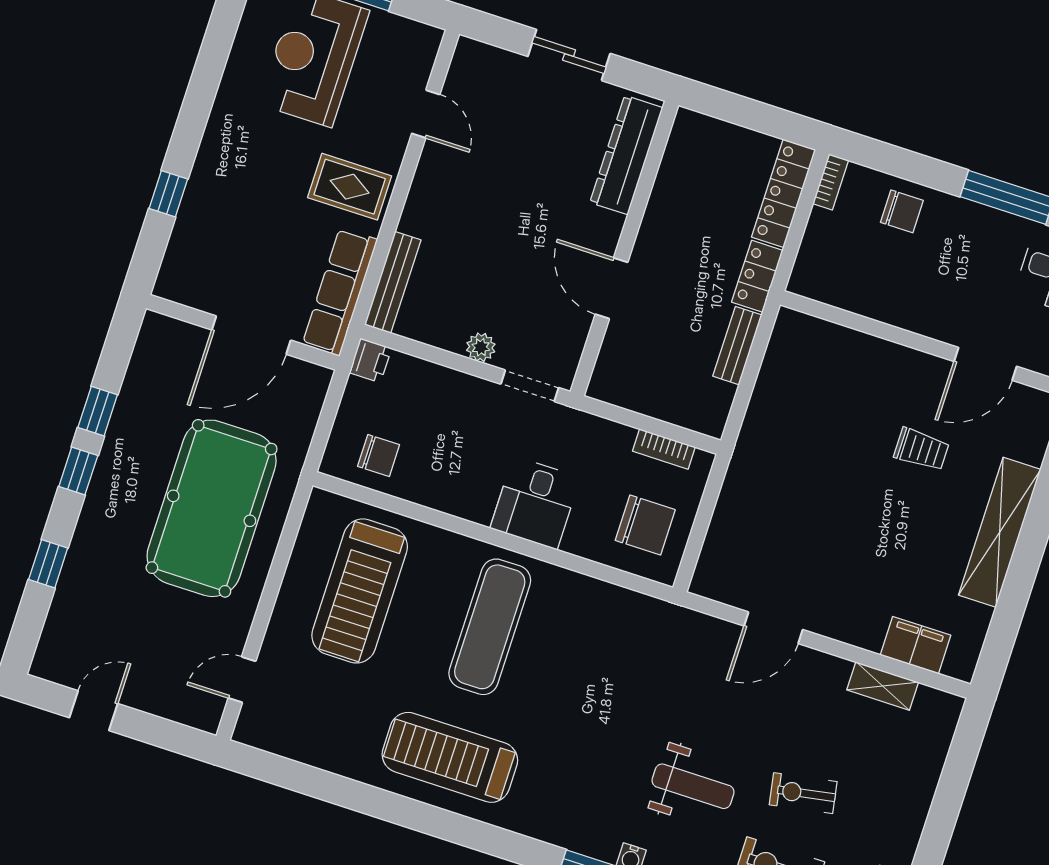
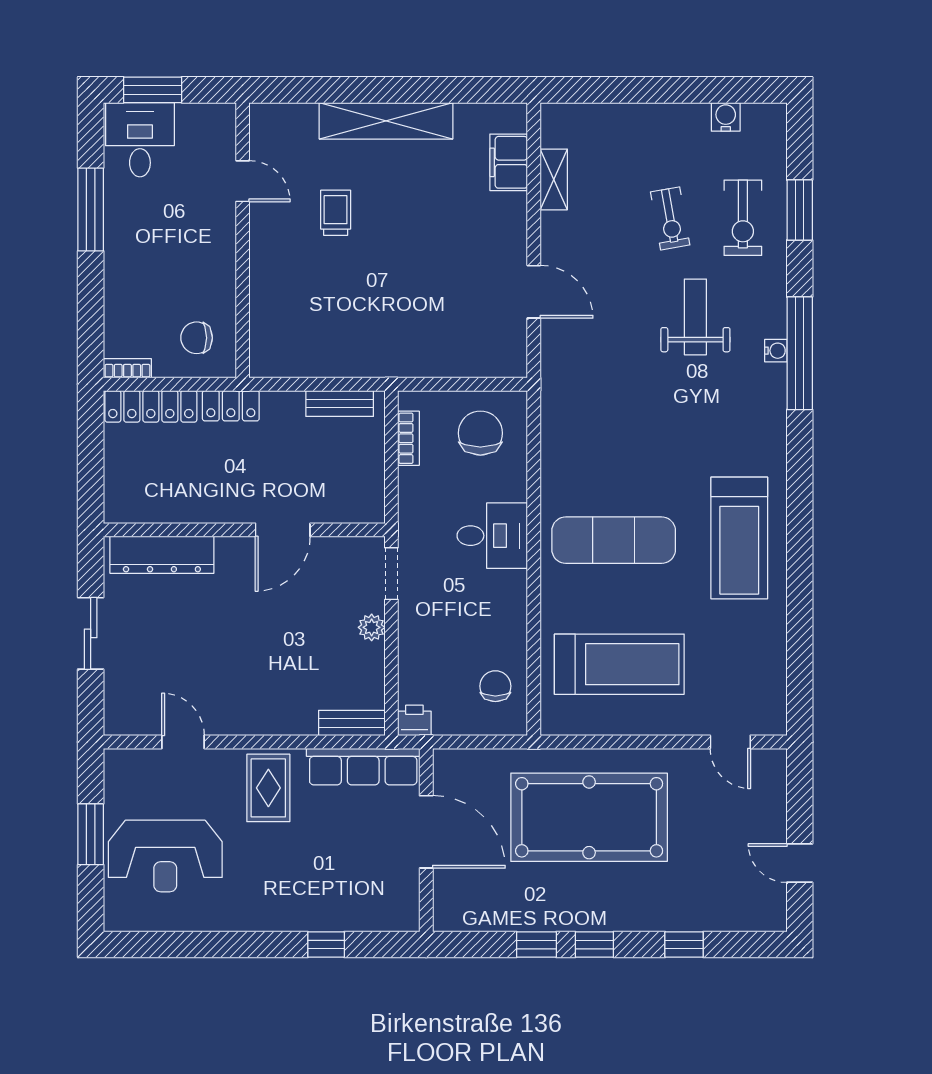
door: (426, 114) -> (183, 742), hinge flipped
chair: (902, 211) -> (197, 338), moved, turned -90
bench: (393, 282) -> (352, 723), width x0.73
bench: (737, 346) -> (340, 404), moved
door: (985, 364) -> (243, 181), width x0.73

